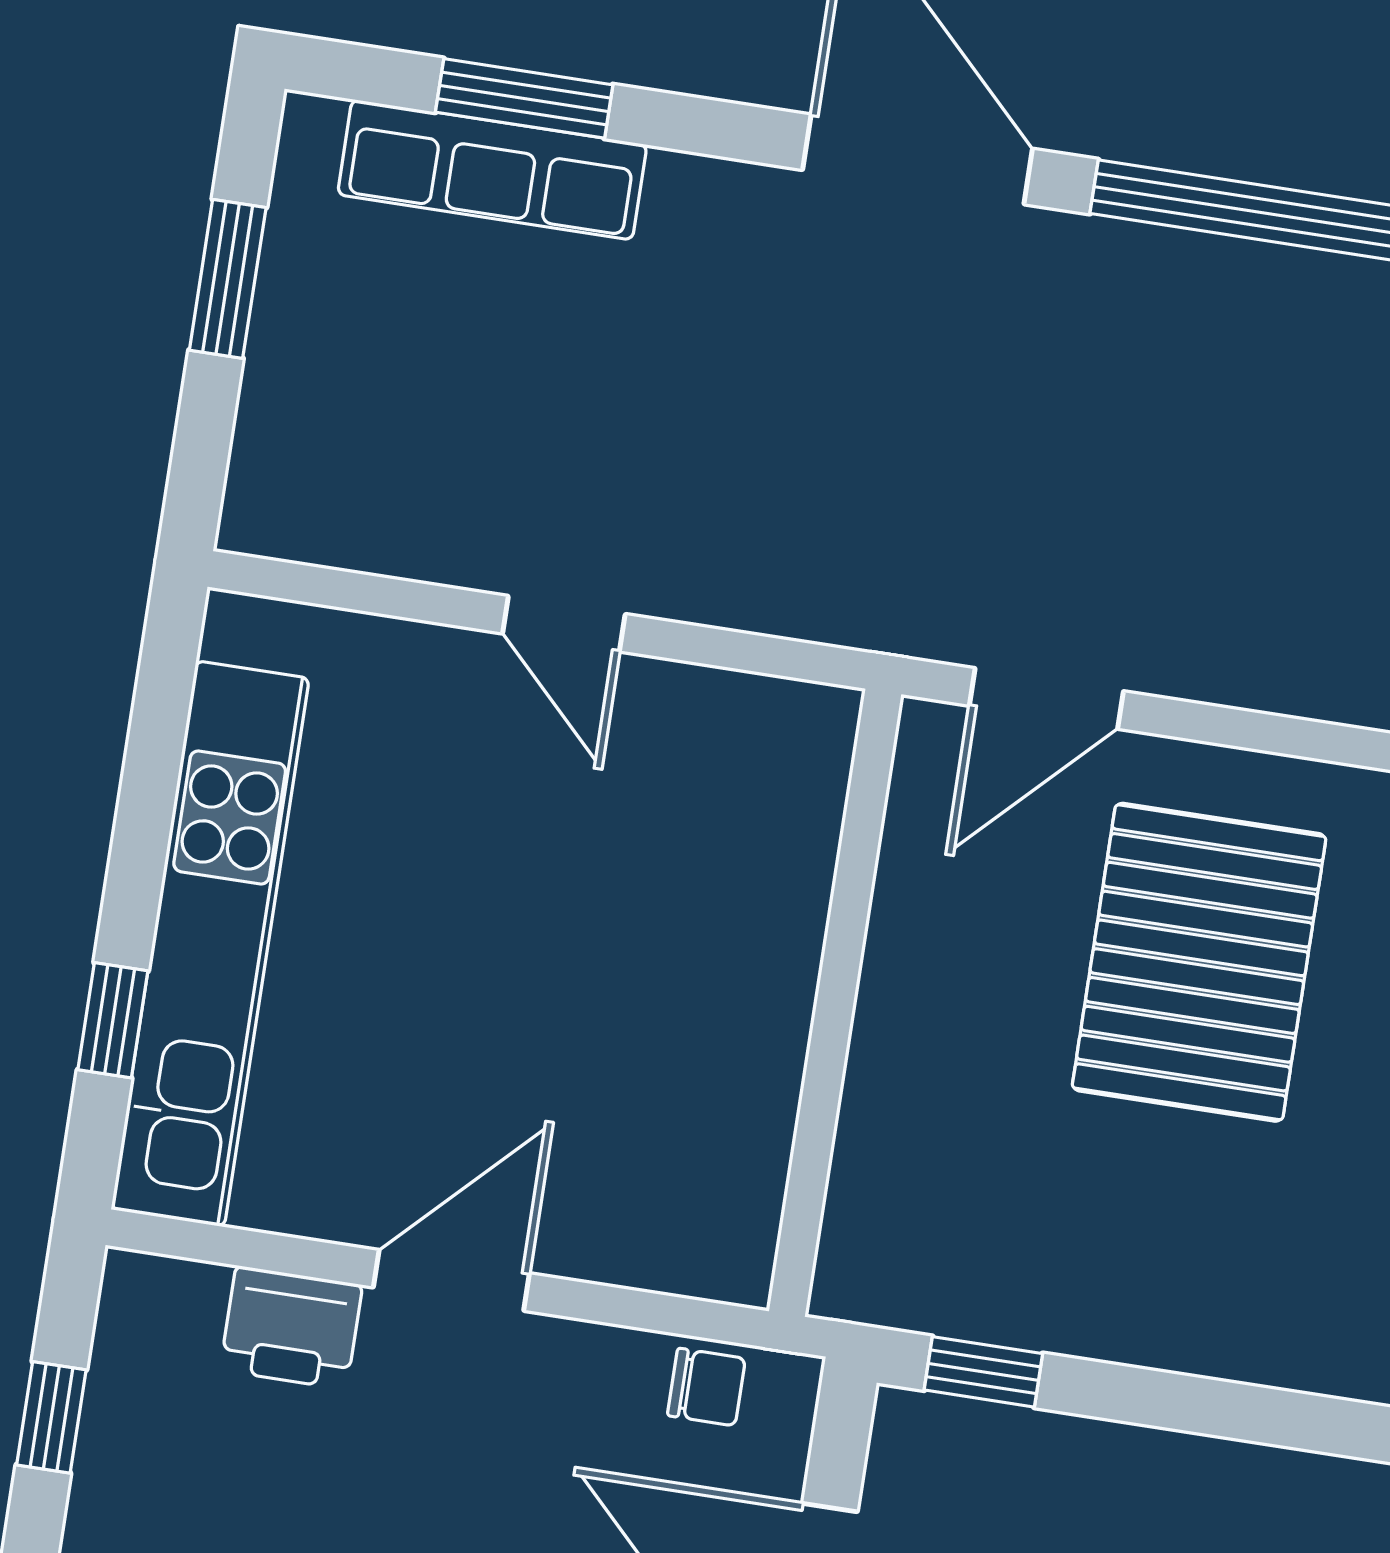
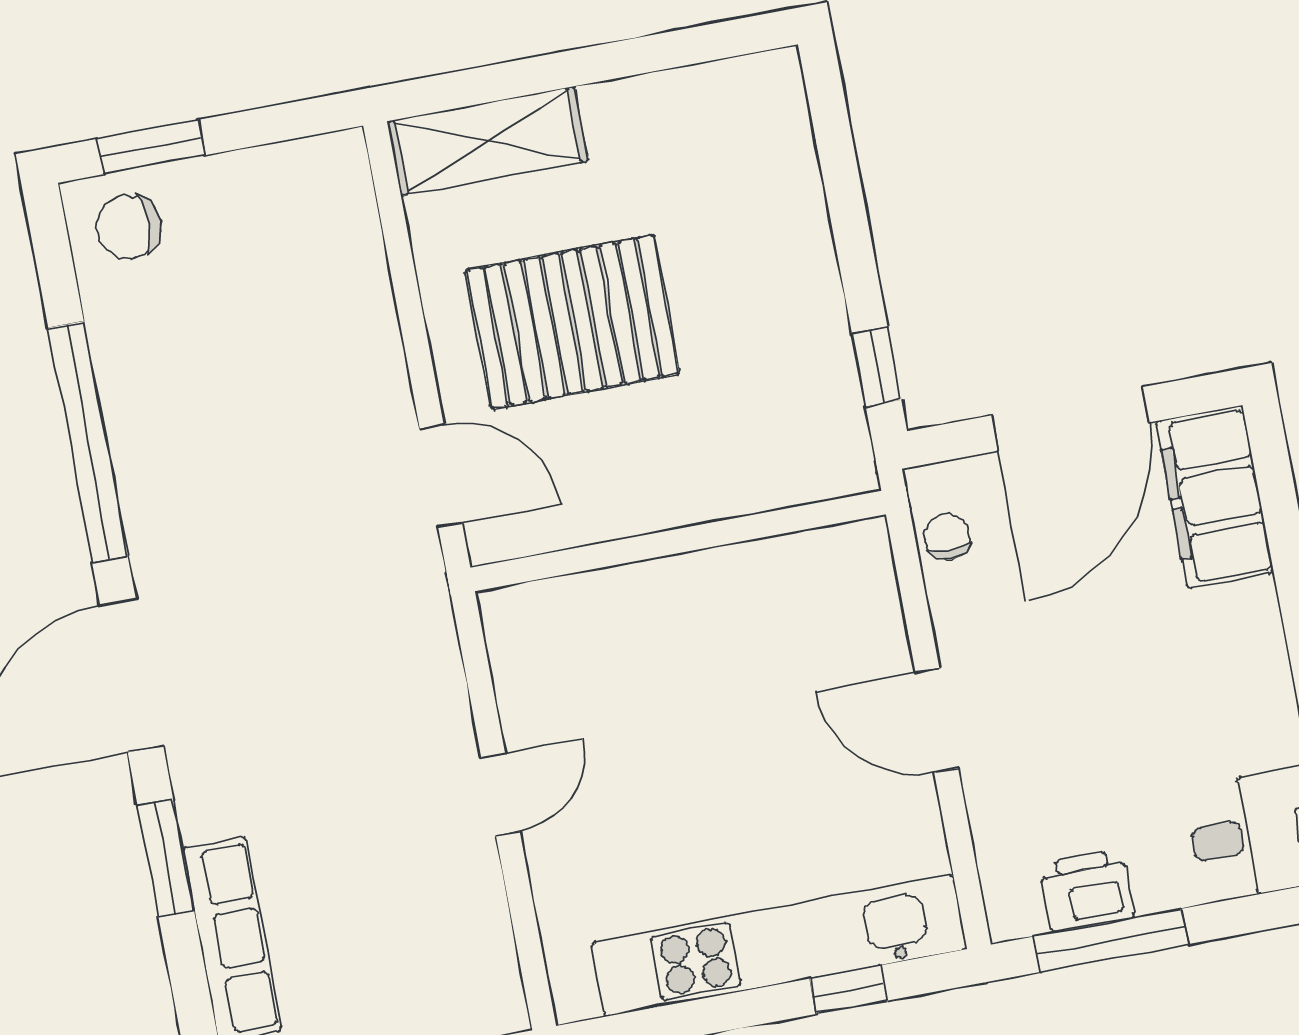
window: (524, 98) -> (166, 858), moved
printer: (291, 1327) -> (1087, 891), moved, turned -90
window: (51, 1417) -> (1111, 940), width x2.17

